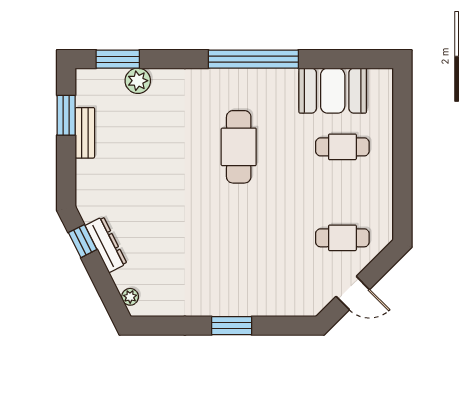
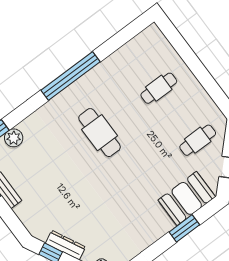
booth: (333, 91) -> (187, 198), moved
window: (232, 326) -> (184, 228), moved

